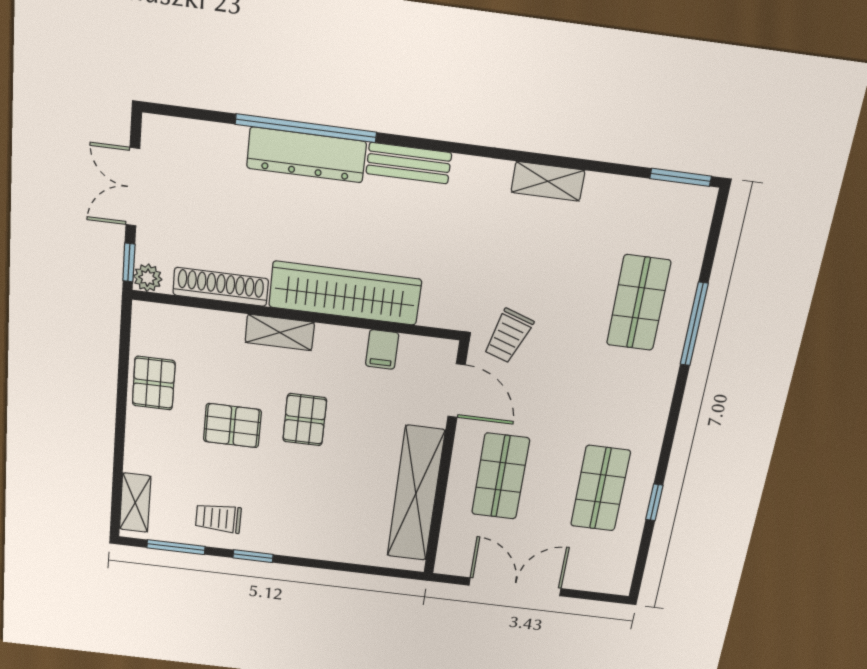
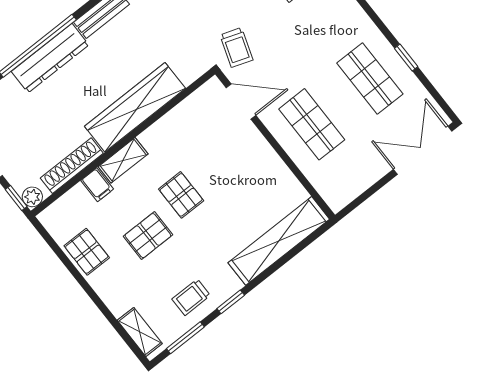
filing cabinet: (382, 349) -> (97, 185), moved
shelving: (416, 494) -> (279, 241), moved, turned 90
double door: (515, 587) -> (423, 150), moved

